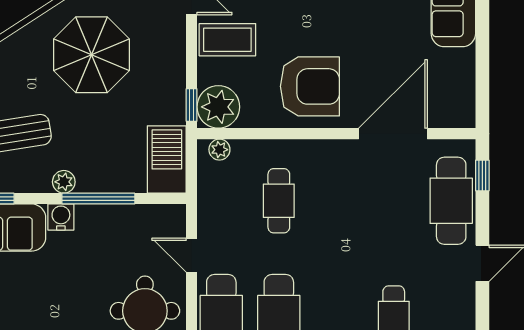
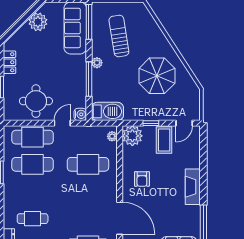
armchair: (310, 86) -> (142, 179), width x0.53, depth x0.53
window: (192, 105) -> (151, 123), moved
cafe table: (279, 201) -> (88, 164), width x1.37, depth x1.35
water cooler: (61, 217) -> (80, 114), moved

